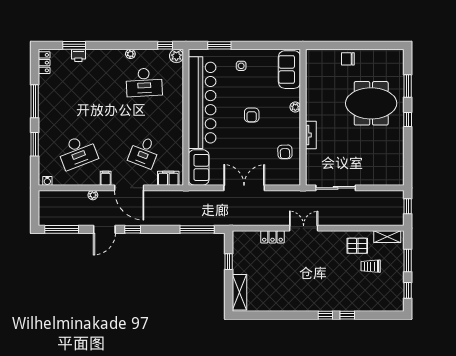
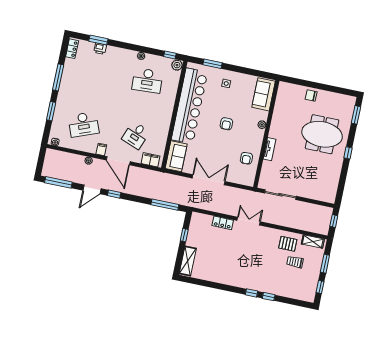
window: (408, 86) -> (356, 115), moved

